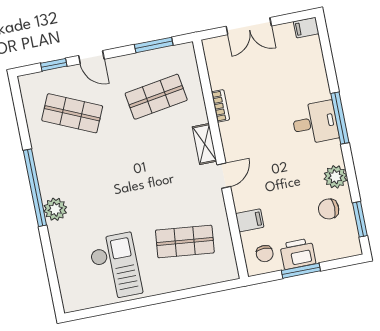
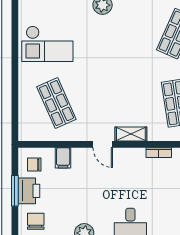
chair: (329, 209) -> (36, 221), moved
shop shelf: (185, 241) -> (56, 103), turned -30

